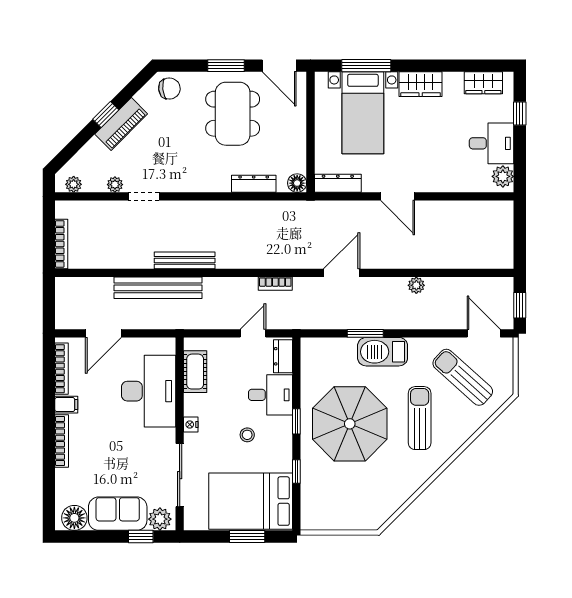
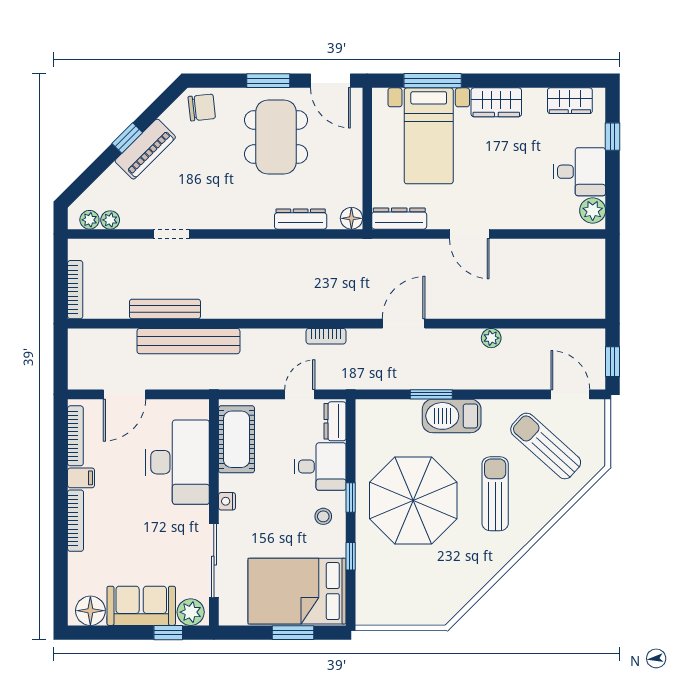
plant: (115, 185) -> (110, 220), moved
bench: (185, 260) -> (165, 309), moved
cot: (195, 372) -> (237, 439), width x1.37, depth x1.34
stool: (247, 435) -> (323, 516), moved

